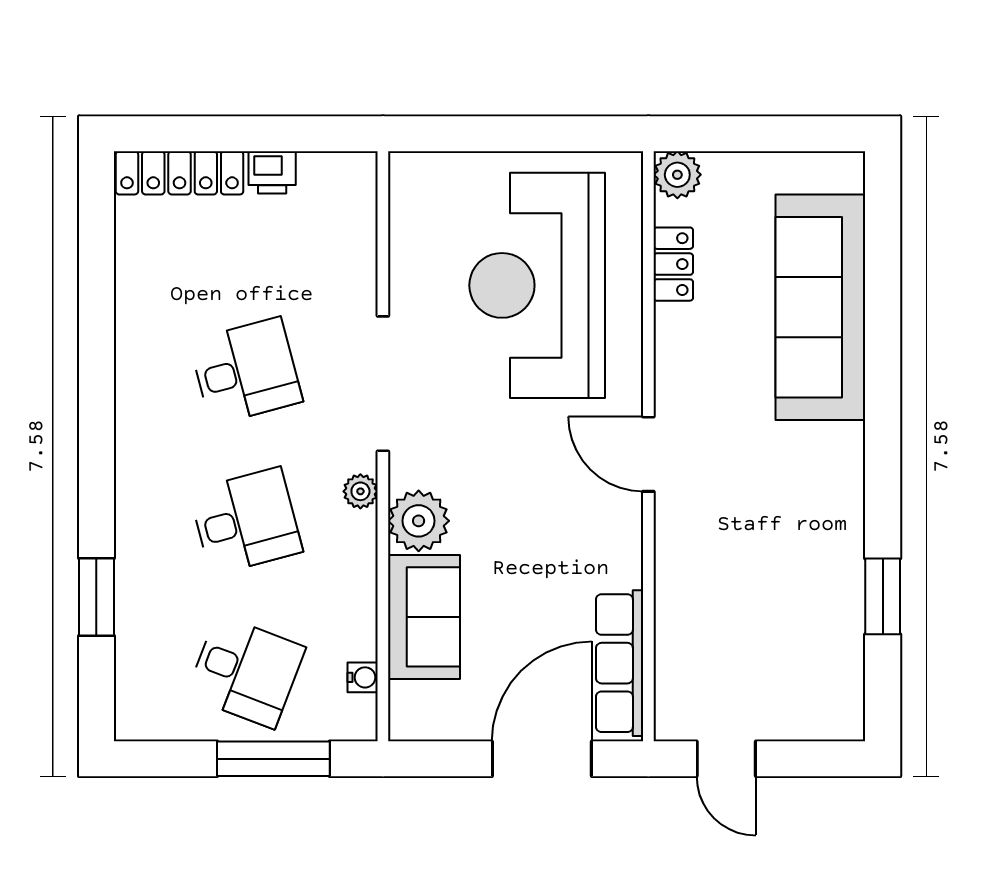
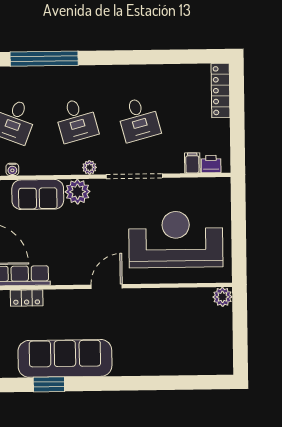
printer: (272, 172) -> (211, 164), moved, turned 90
filing cabinet: (353, 243) -> (192, 163), added
locker: (673, 264) -> (27, 298), moved
sofa: (820, 307) -> (65, 358), moved
window: (96, 597) -> (44, 59), width x2.11

